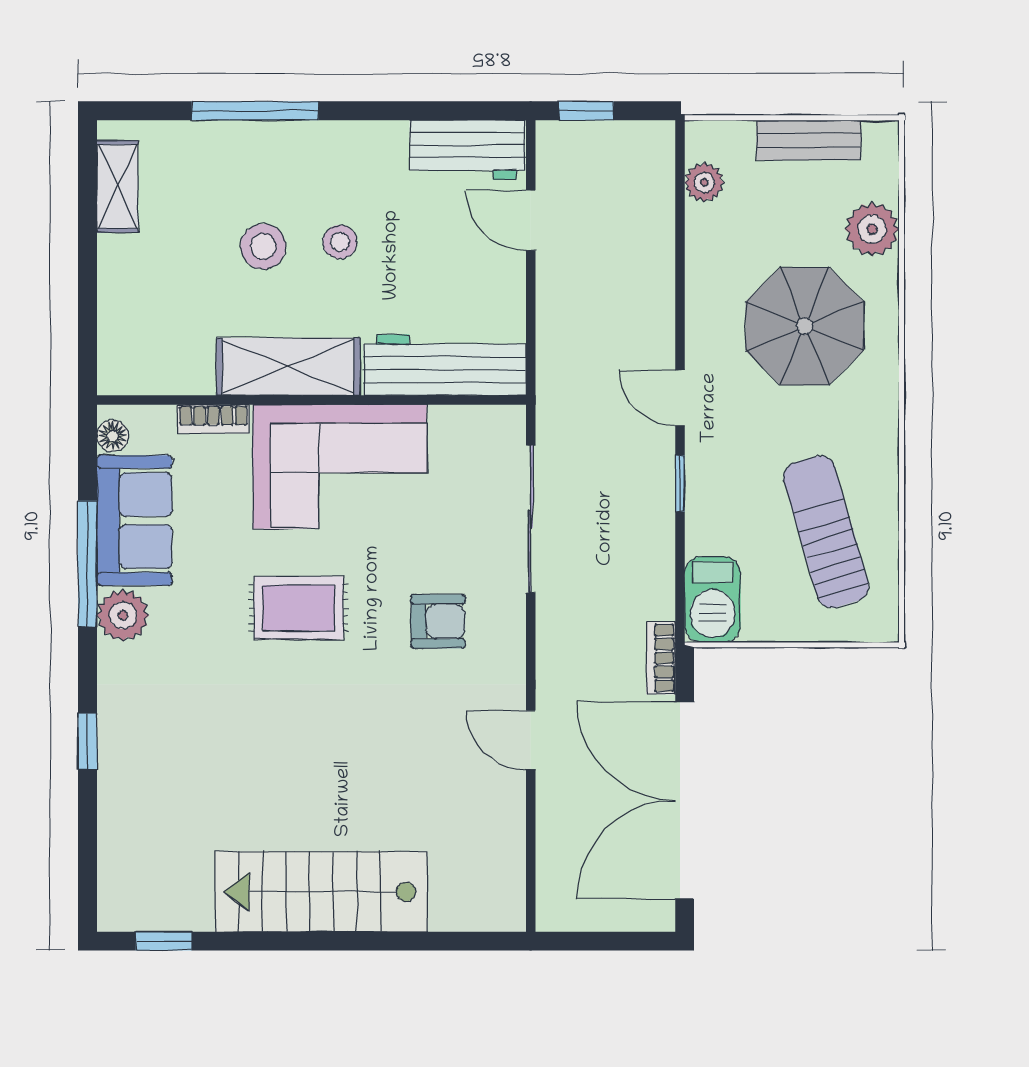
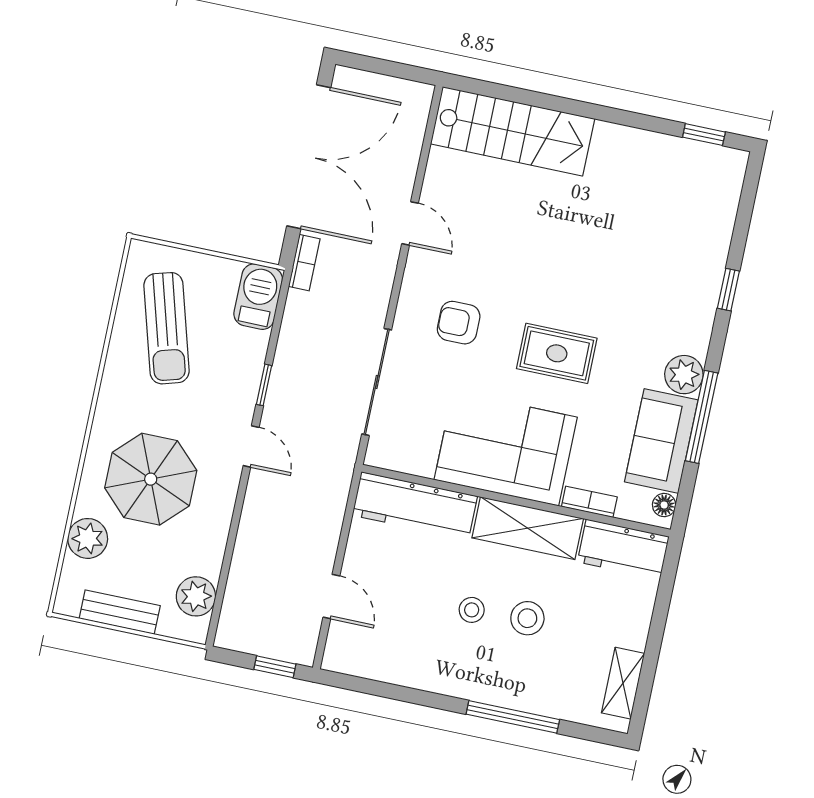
workbench: (468, 150) -> (623, 549), moved, turned 180
plant: (704, 182) -> (196, 596), width x1.38, depth x1.38
stairs: (321, 892) -> (513, 131), moved

